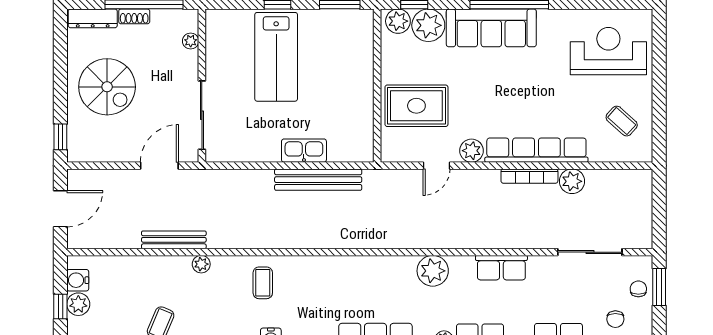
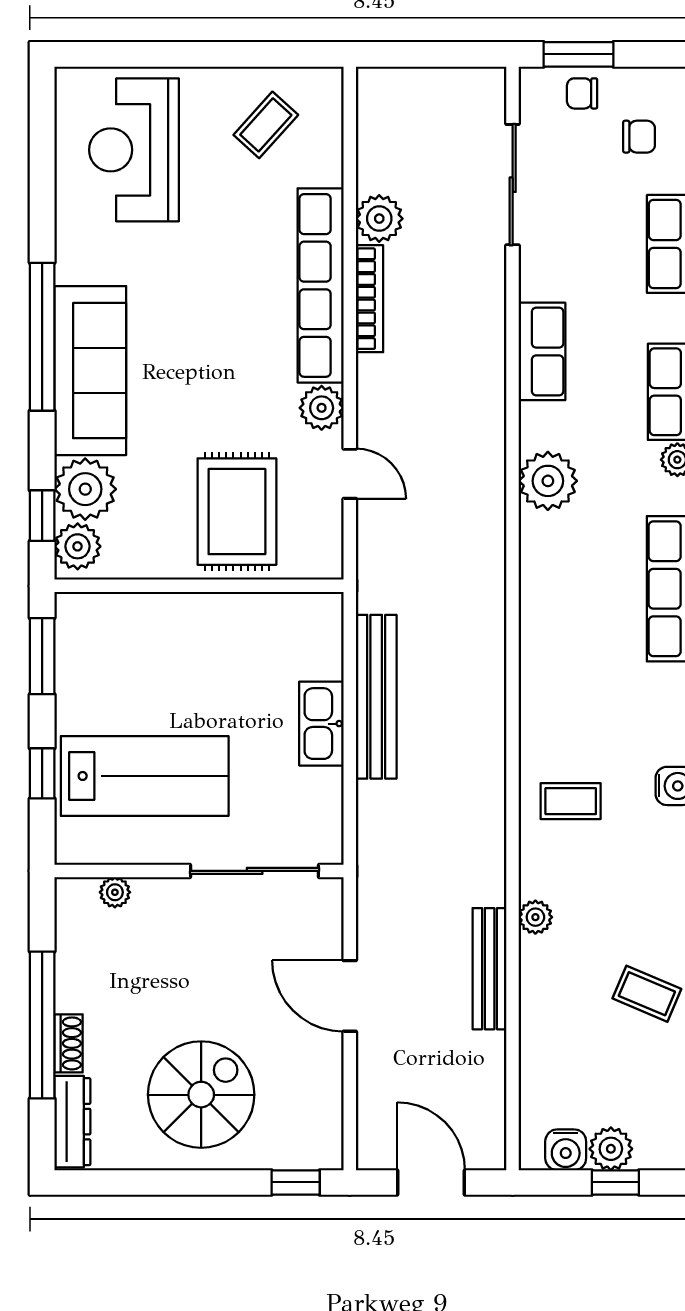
plant: (191, 41) -> (115, 892), moved
wall: (202, 86) -> (199, 871), moved
sliding door: (202, 115) -> (255, 871), moved

